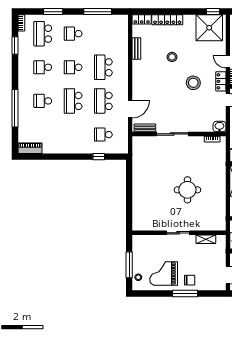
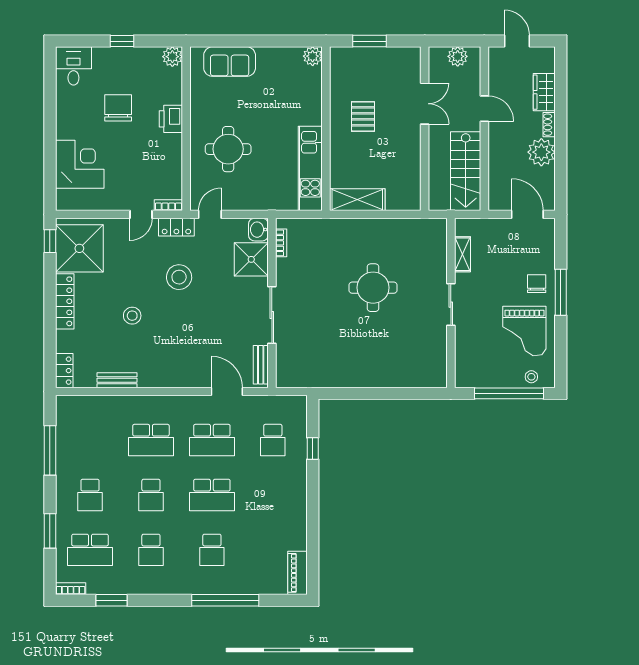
locker: (167, 20) -> (65, 301), moved
shower: (203, 123) -> (251, 259), added
window: (129, 265) -> (509, 393), width x1.46

